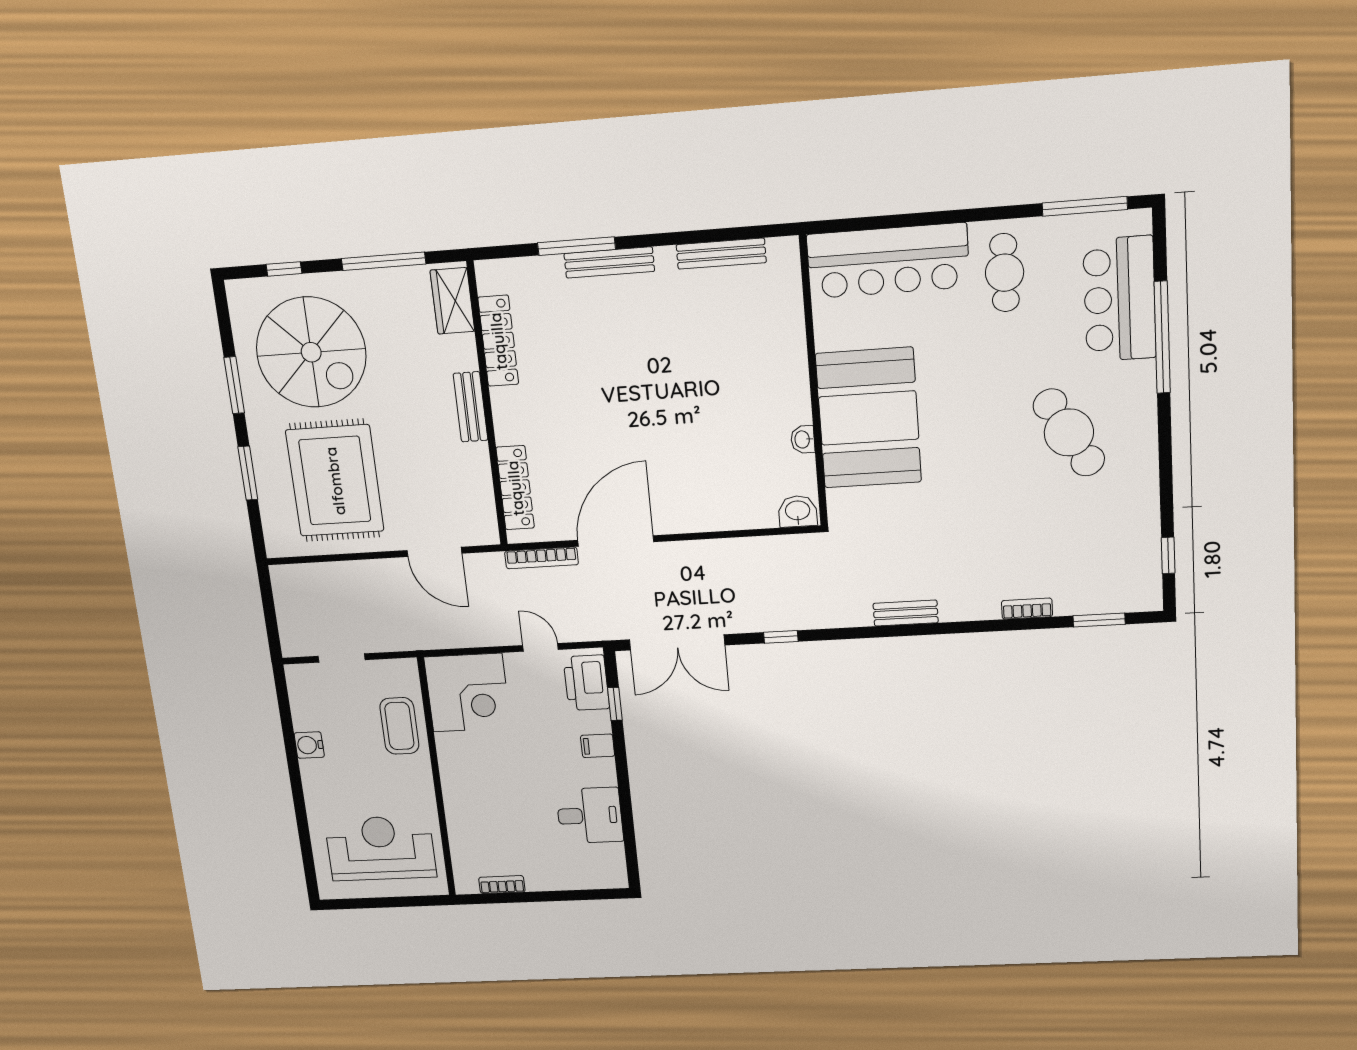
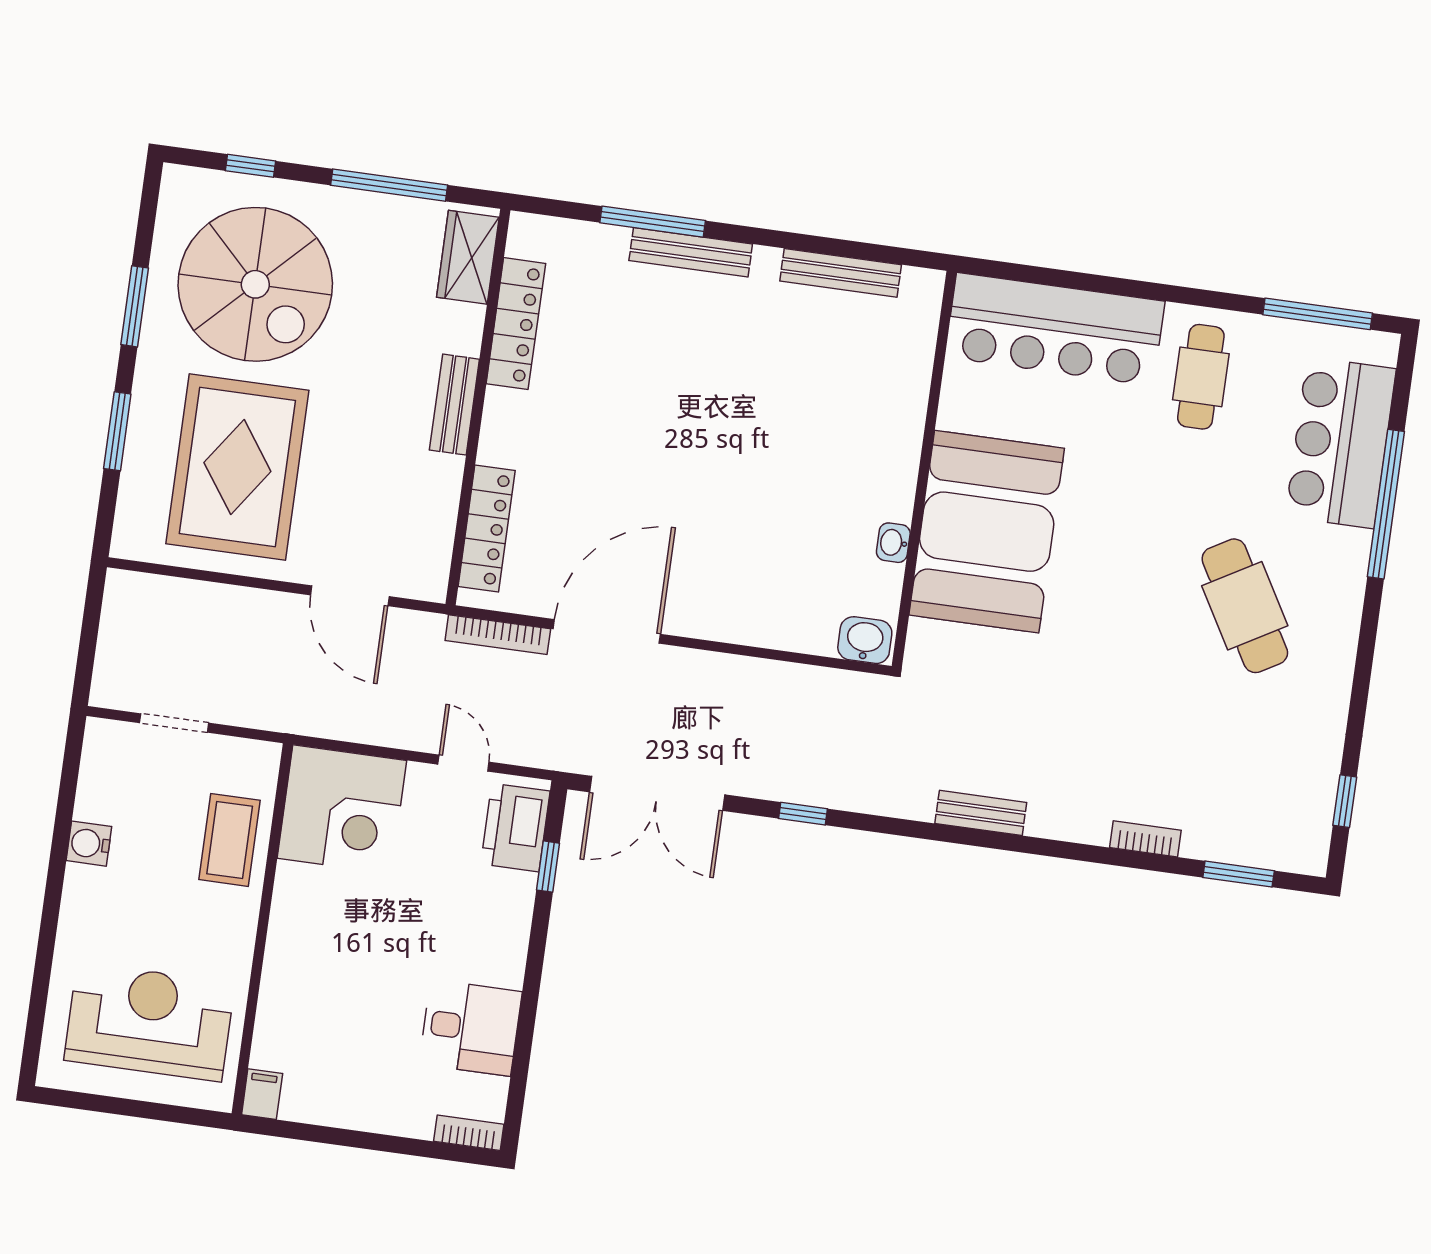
filing cabinet: (598, 746) -> (262, 1094), moved, turned 90
bookcase: (502, 885) -> (469, 1133), moved

